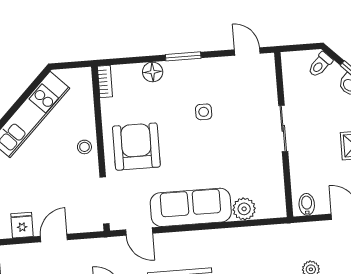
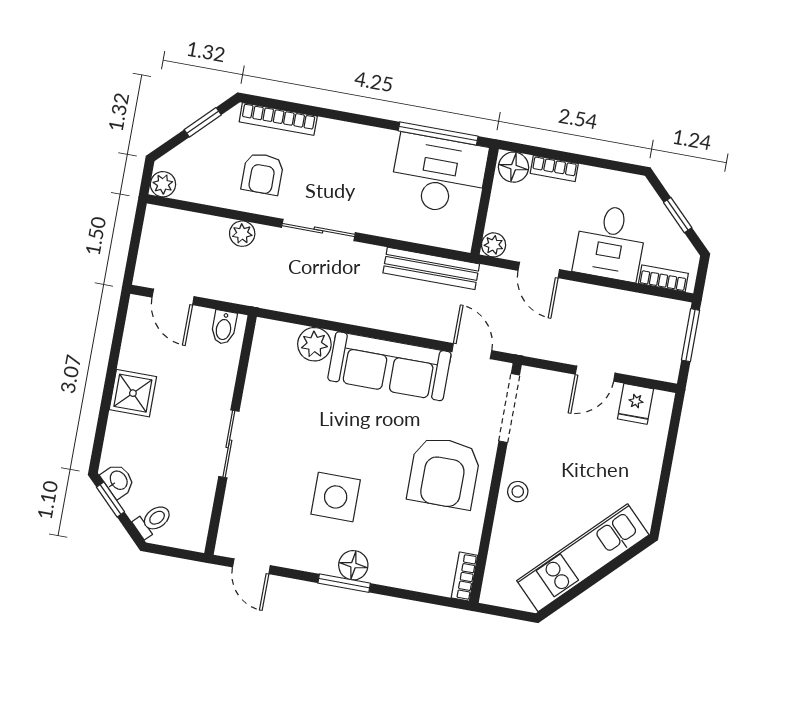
floor lamp: (153, 72) -> (353, 565), moved
side table: (204, 112) -> (336, 497), width x1.87, depth x1.87

